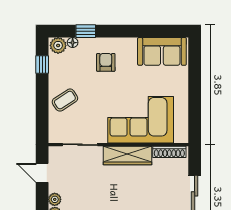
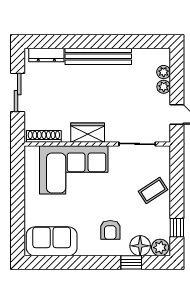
floor lamp: (73, 43) -> (140, 246), width x1.89, depth x1.89
wardrobe: (127, 156) -> (88, 133), width x0.67

